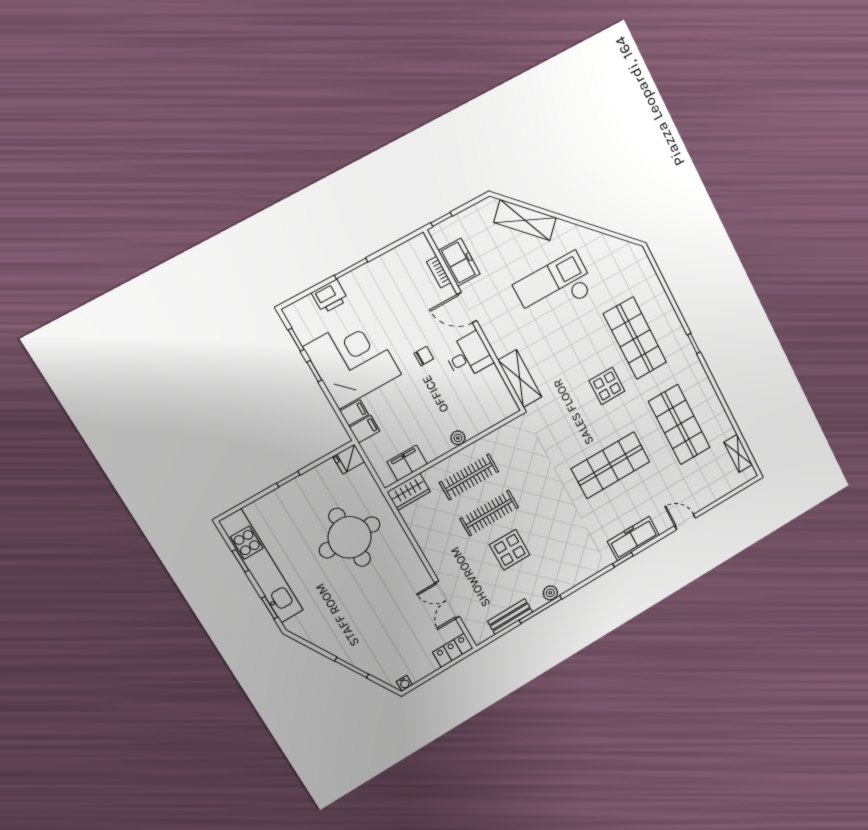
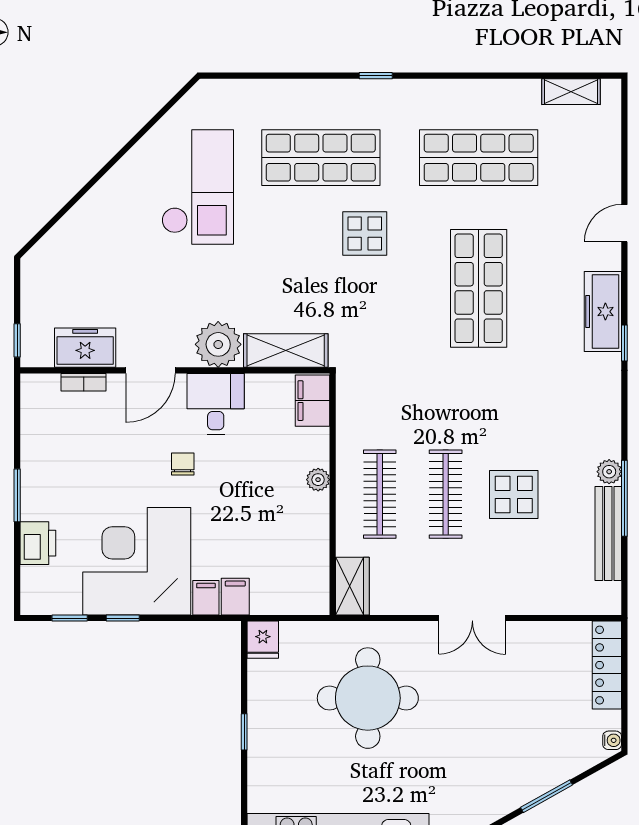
shelving: (525, 220) -> (78, 227), removed
checkout: (555, 288) -> (198, 187), moved, turned 180
plant: (503, 338) -> (218, 344), added
filing cabinet: (407, 463) -> (312, 401), moved
double door: (447, 600) -> (472, 618), moved
bench: (510, 617) -> (608, 533), width x1.36
locker: (453, 650) -> (607, 665), width x1.53

